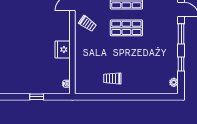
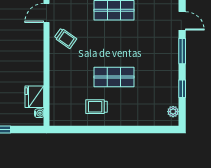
shop shelf: (126, 28) -> (114, 77), moved
fridge: (63, 50) -> (34, 97), moved

